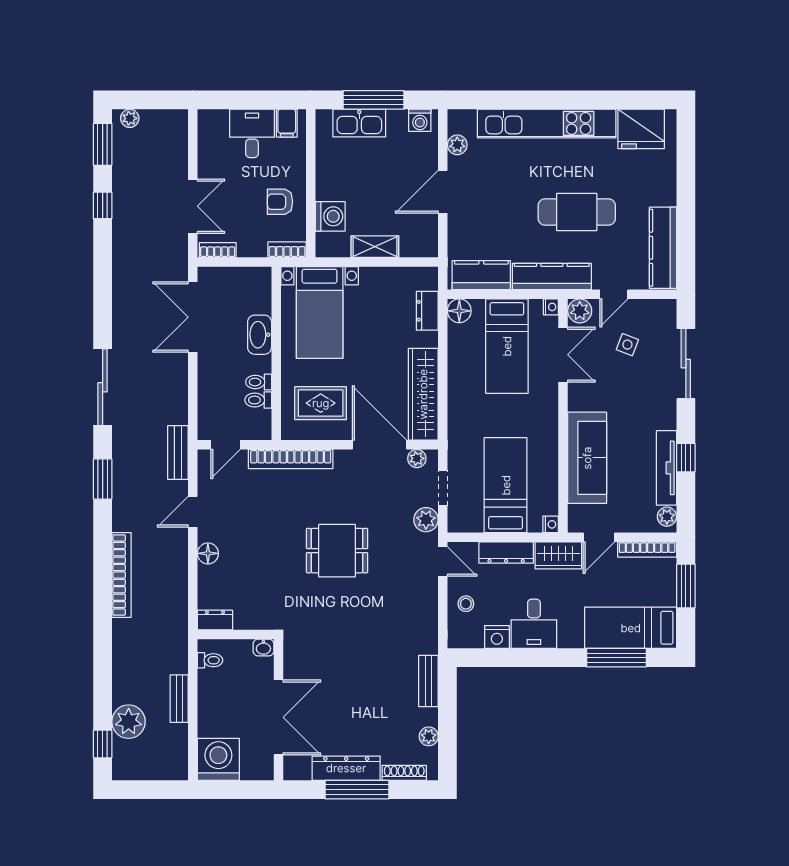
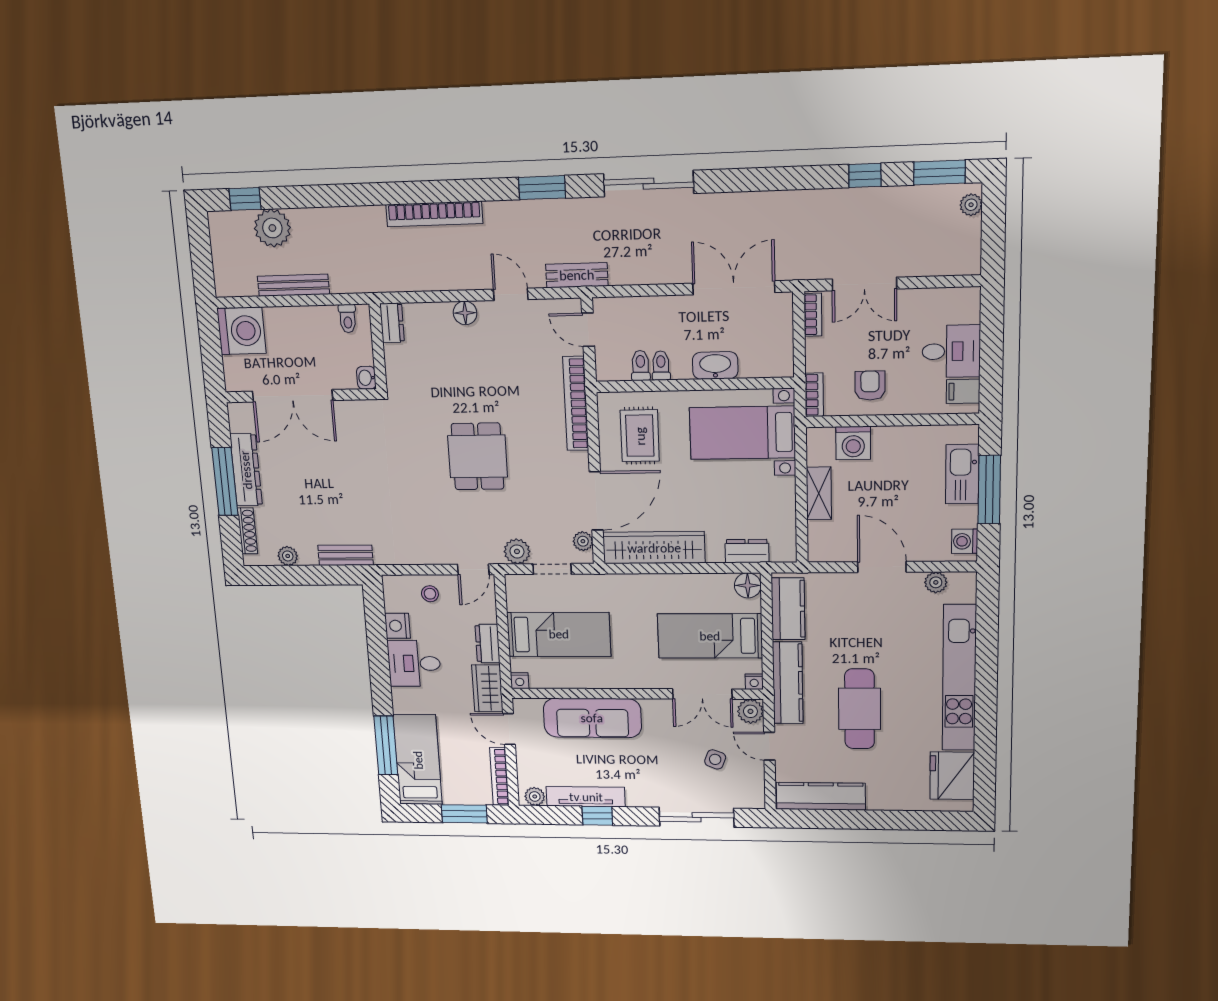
dresser: (506, 553) -> (488, 644), width x0.70
bench: (179, 699) -> (293, 285), width x1.36

